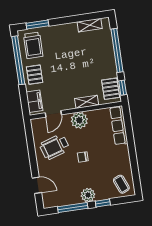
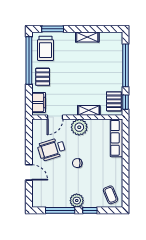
shelving: (90, 25) -> (87, 37), moved
door: (37, 185) -> (29, 172), moved

